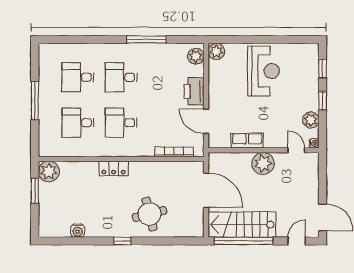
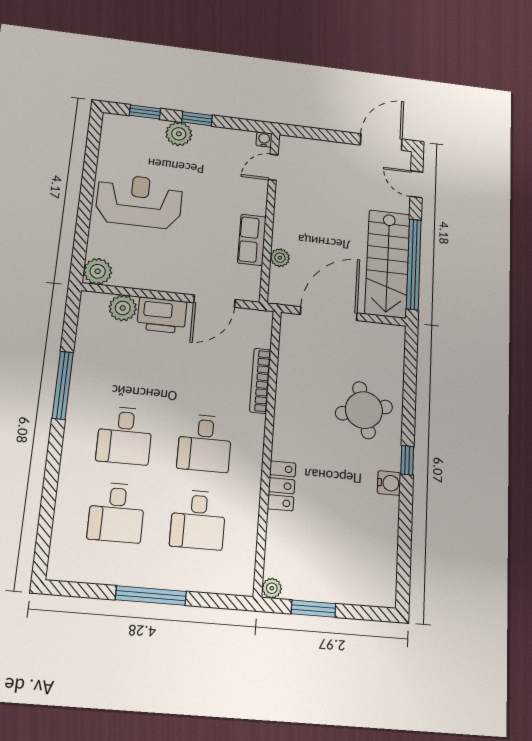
plant: (196, 56) -> (123, 308), moved
plant: (311, 120) -> (179, 134), moved
bookcase: (174, 152) -> (260, 381), moved
plant: (263, 163) -> (280, 258), moved, width x0.53, depth x0.53
locker: (114, 168) -> (282, 486), moved
plant: (49, 172) -> (272, 588), width x0.53, depth x0.53
water cooler: (78, 231) -> (389, 483), moved

